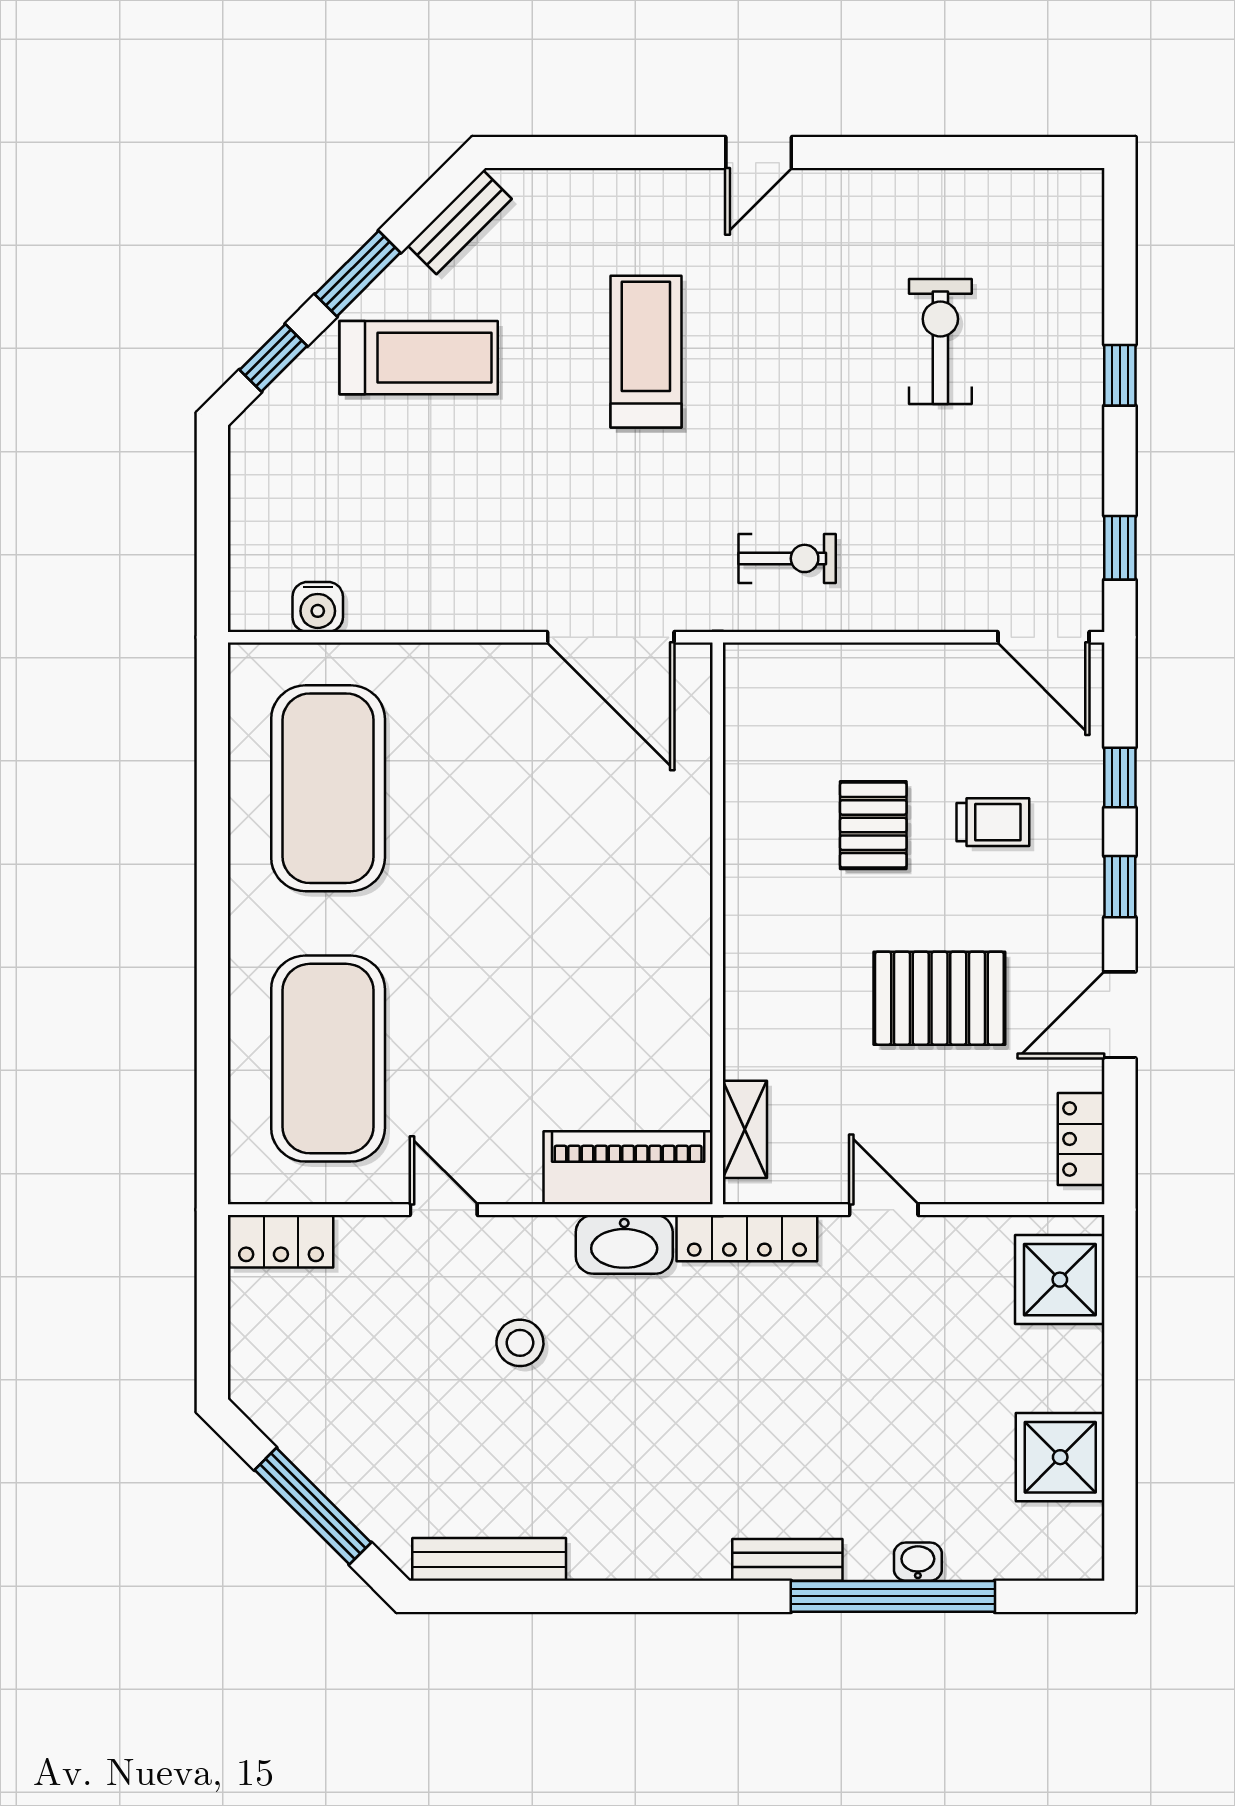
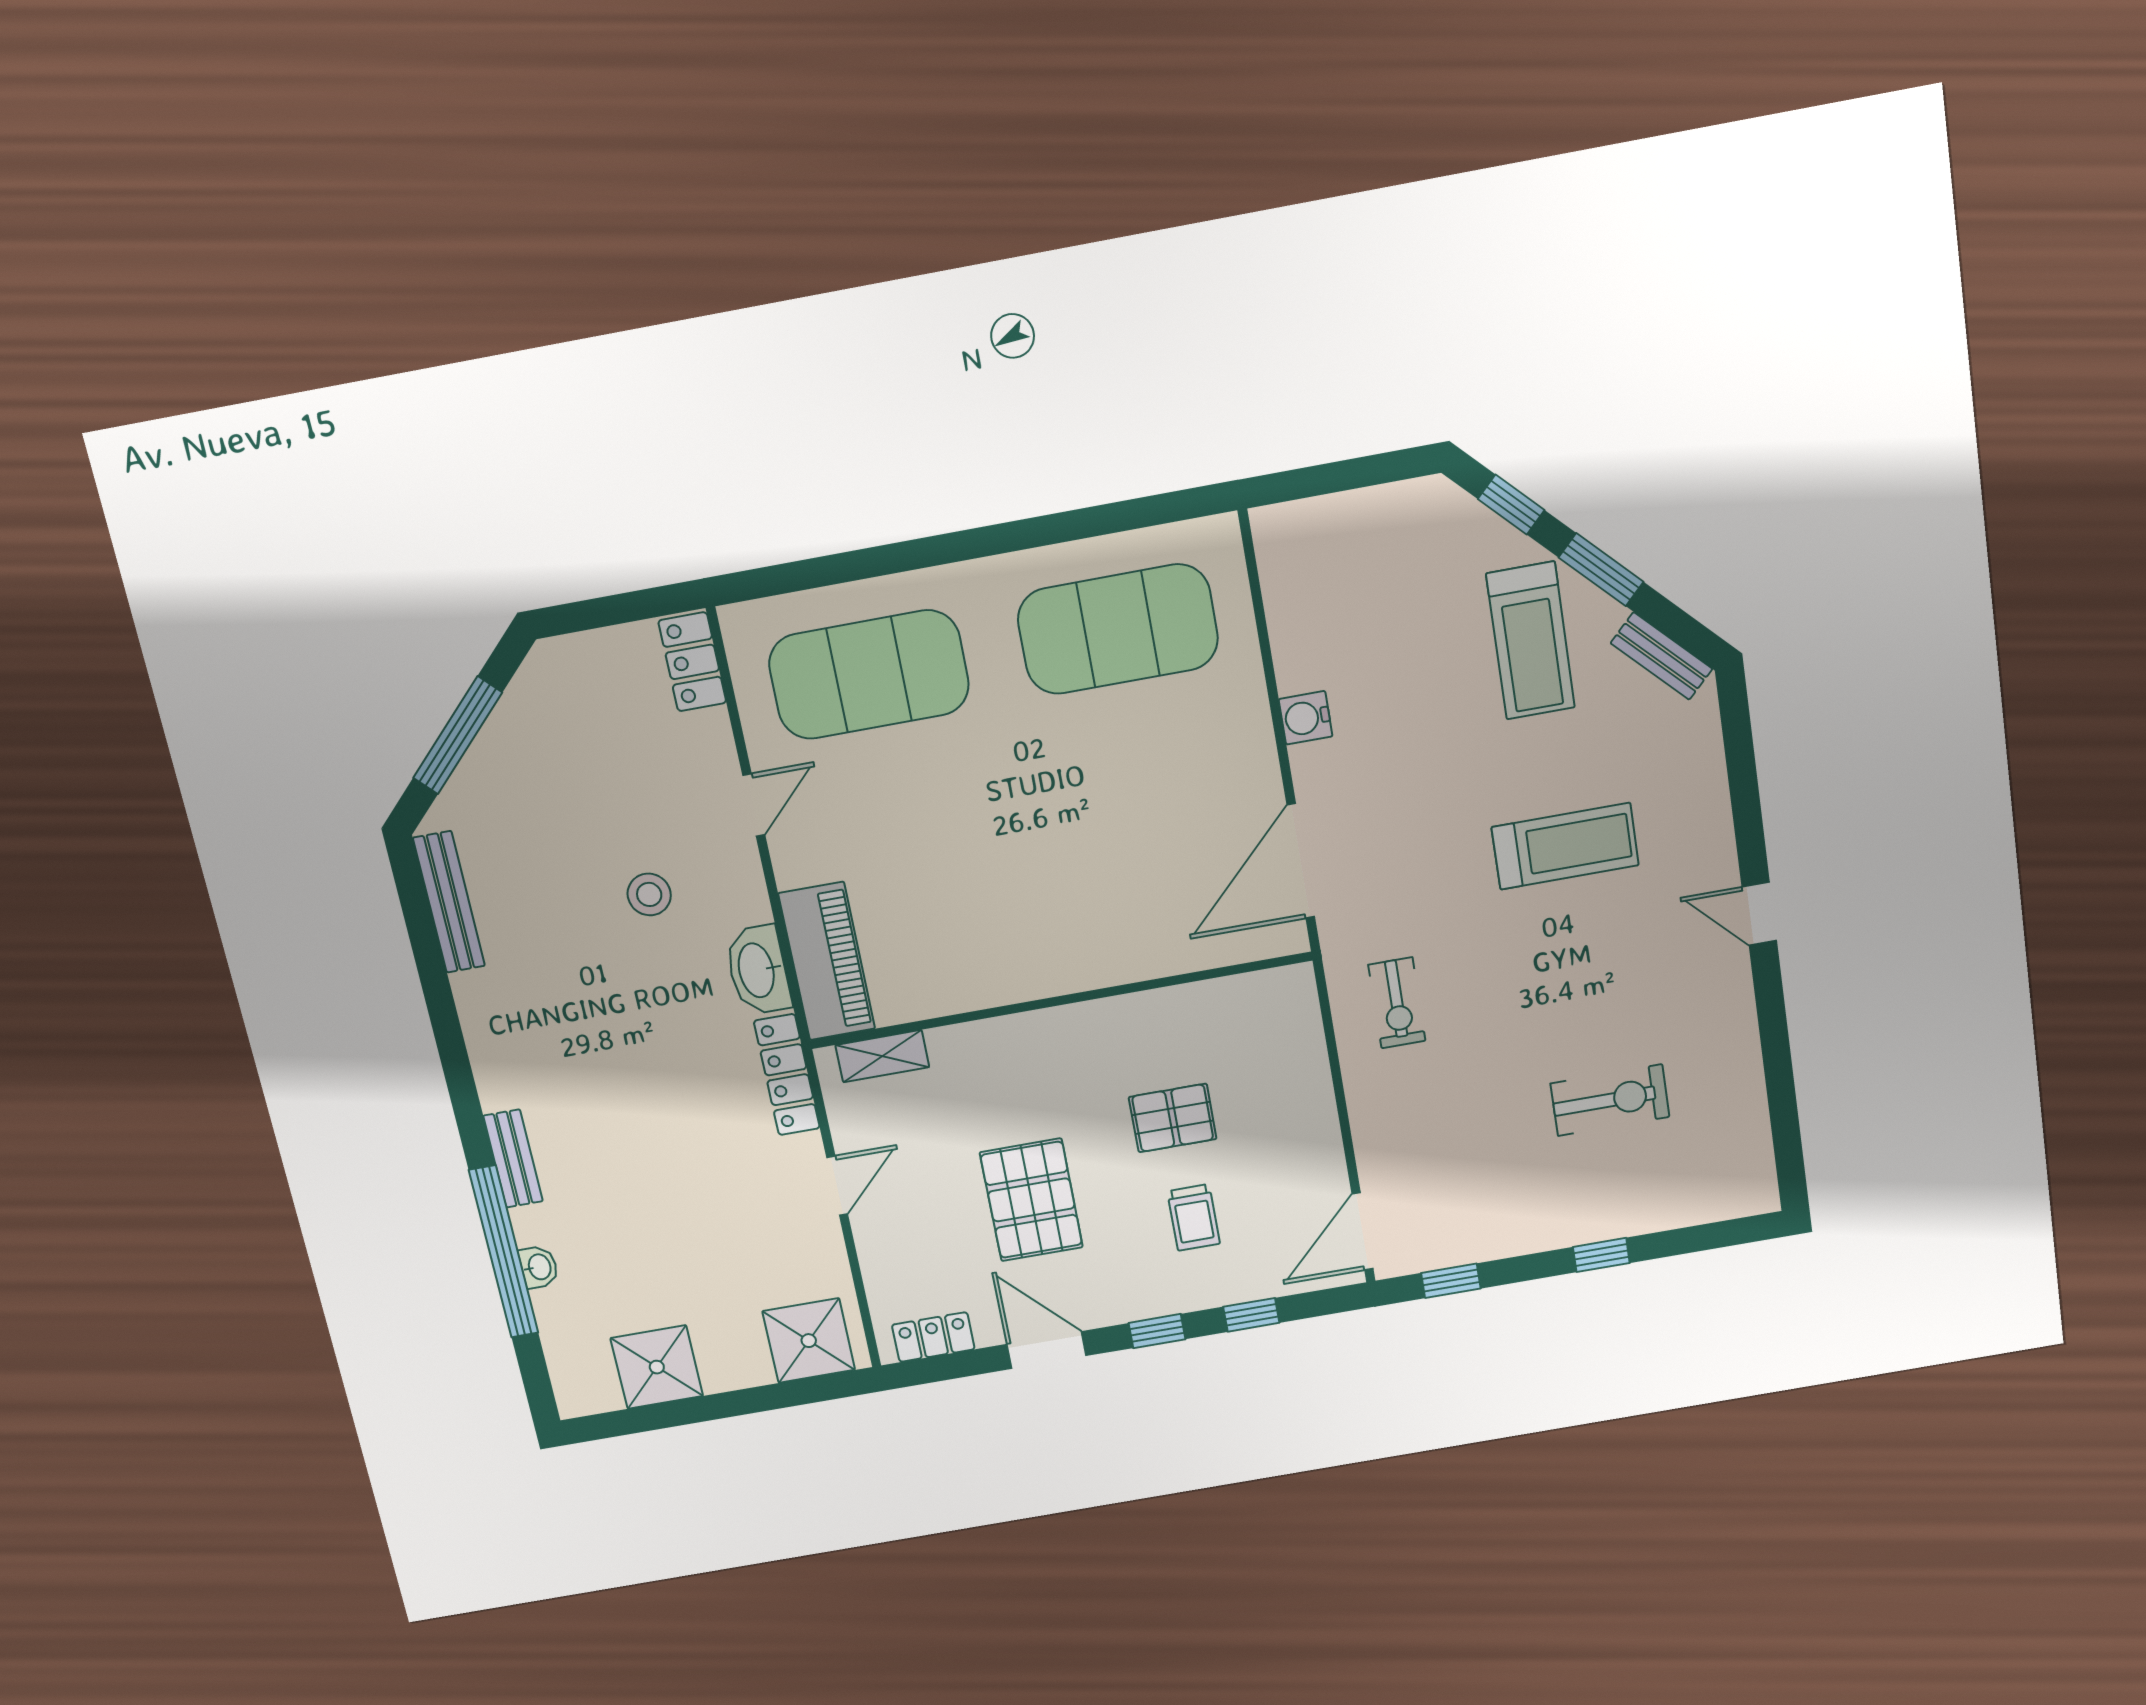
water cooler: (318, 607) -> (1306, 718), moved

